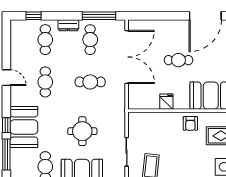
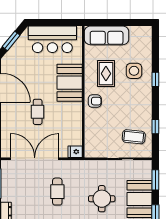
cafe table: (90, 40) -> (19, 192), removed
fridge: (166, 102) -> (75, 152), moved

